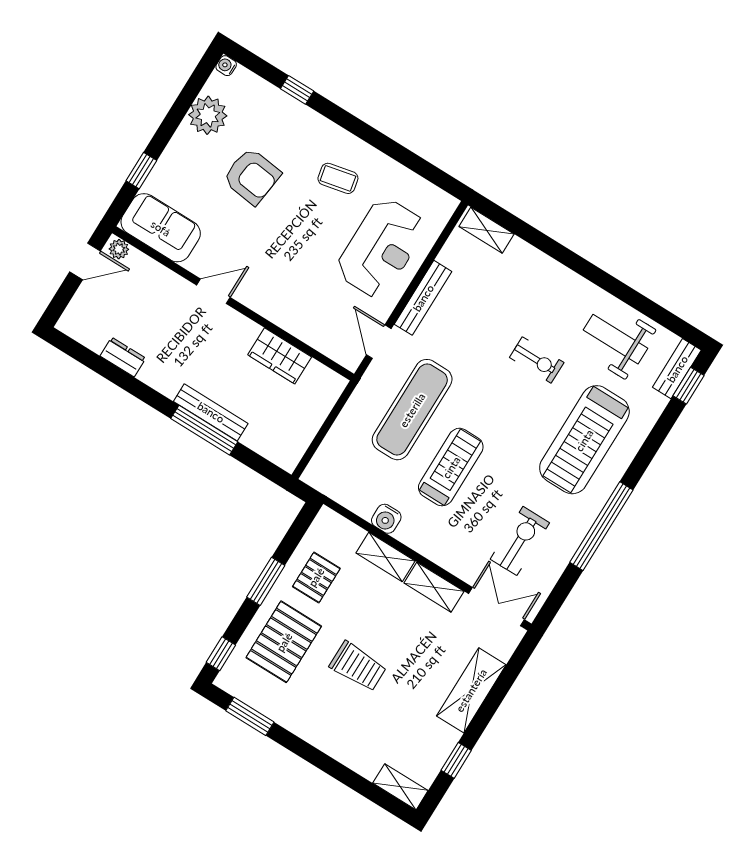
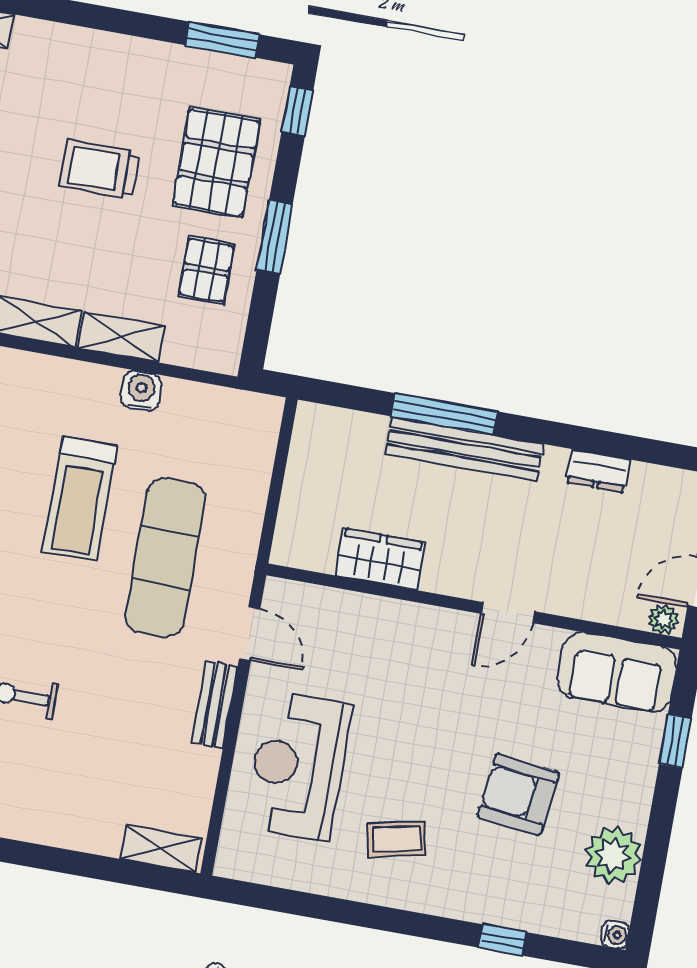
bench: (423, 298) -> (215, 705), width x0.73
bench: (211, 412) -> (465, 449), width x1.37, depth x1.21

